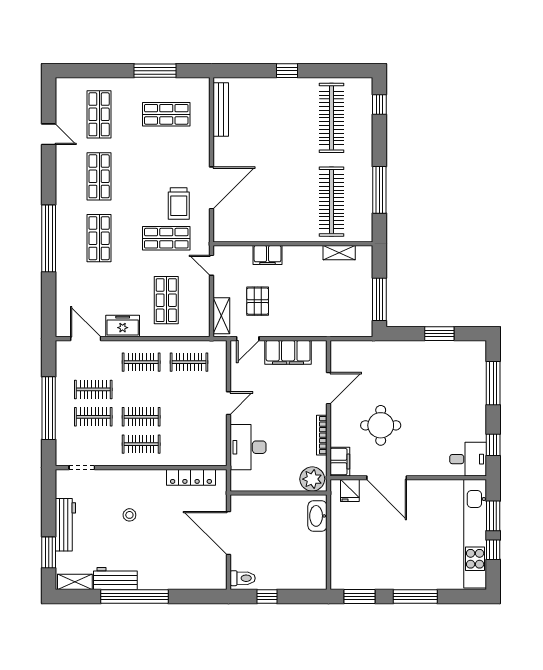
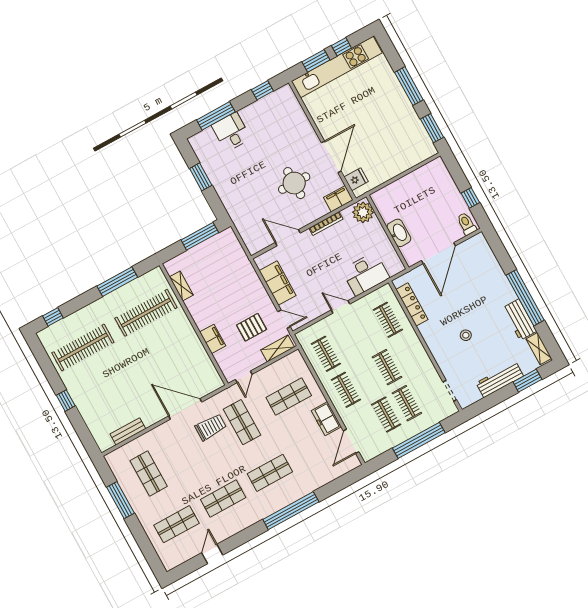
bench: (221, 110) -> (128, 431), width x0.73
clothes rail: (141, 444) -> (388, 320), moved
desk: (468, 459) -> (231, 132), moved
washbasin: (317, 516) -> (399, 233), moved, turned -90

